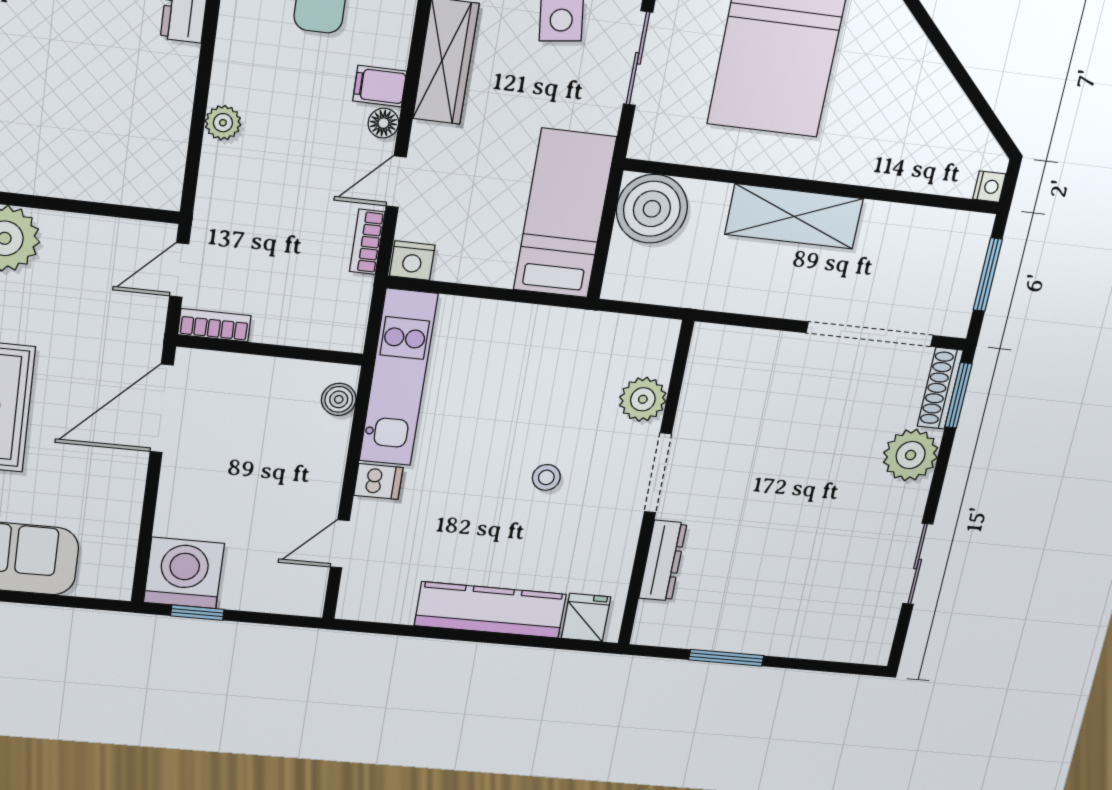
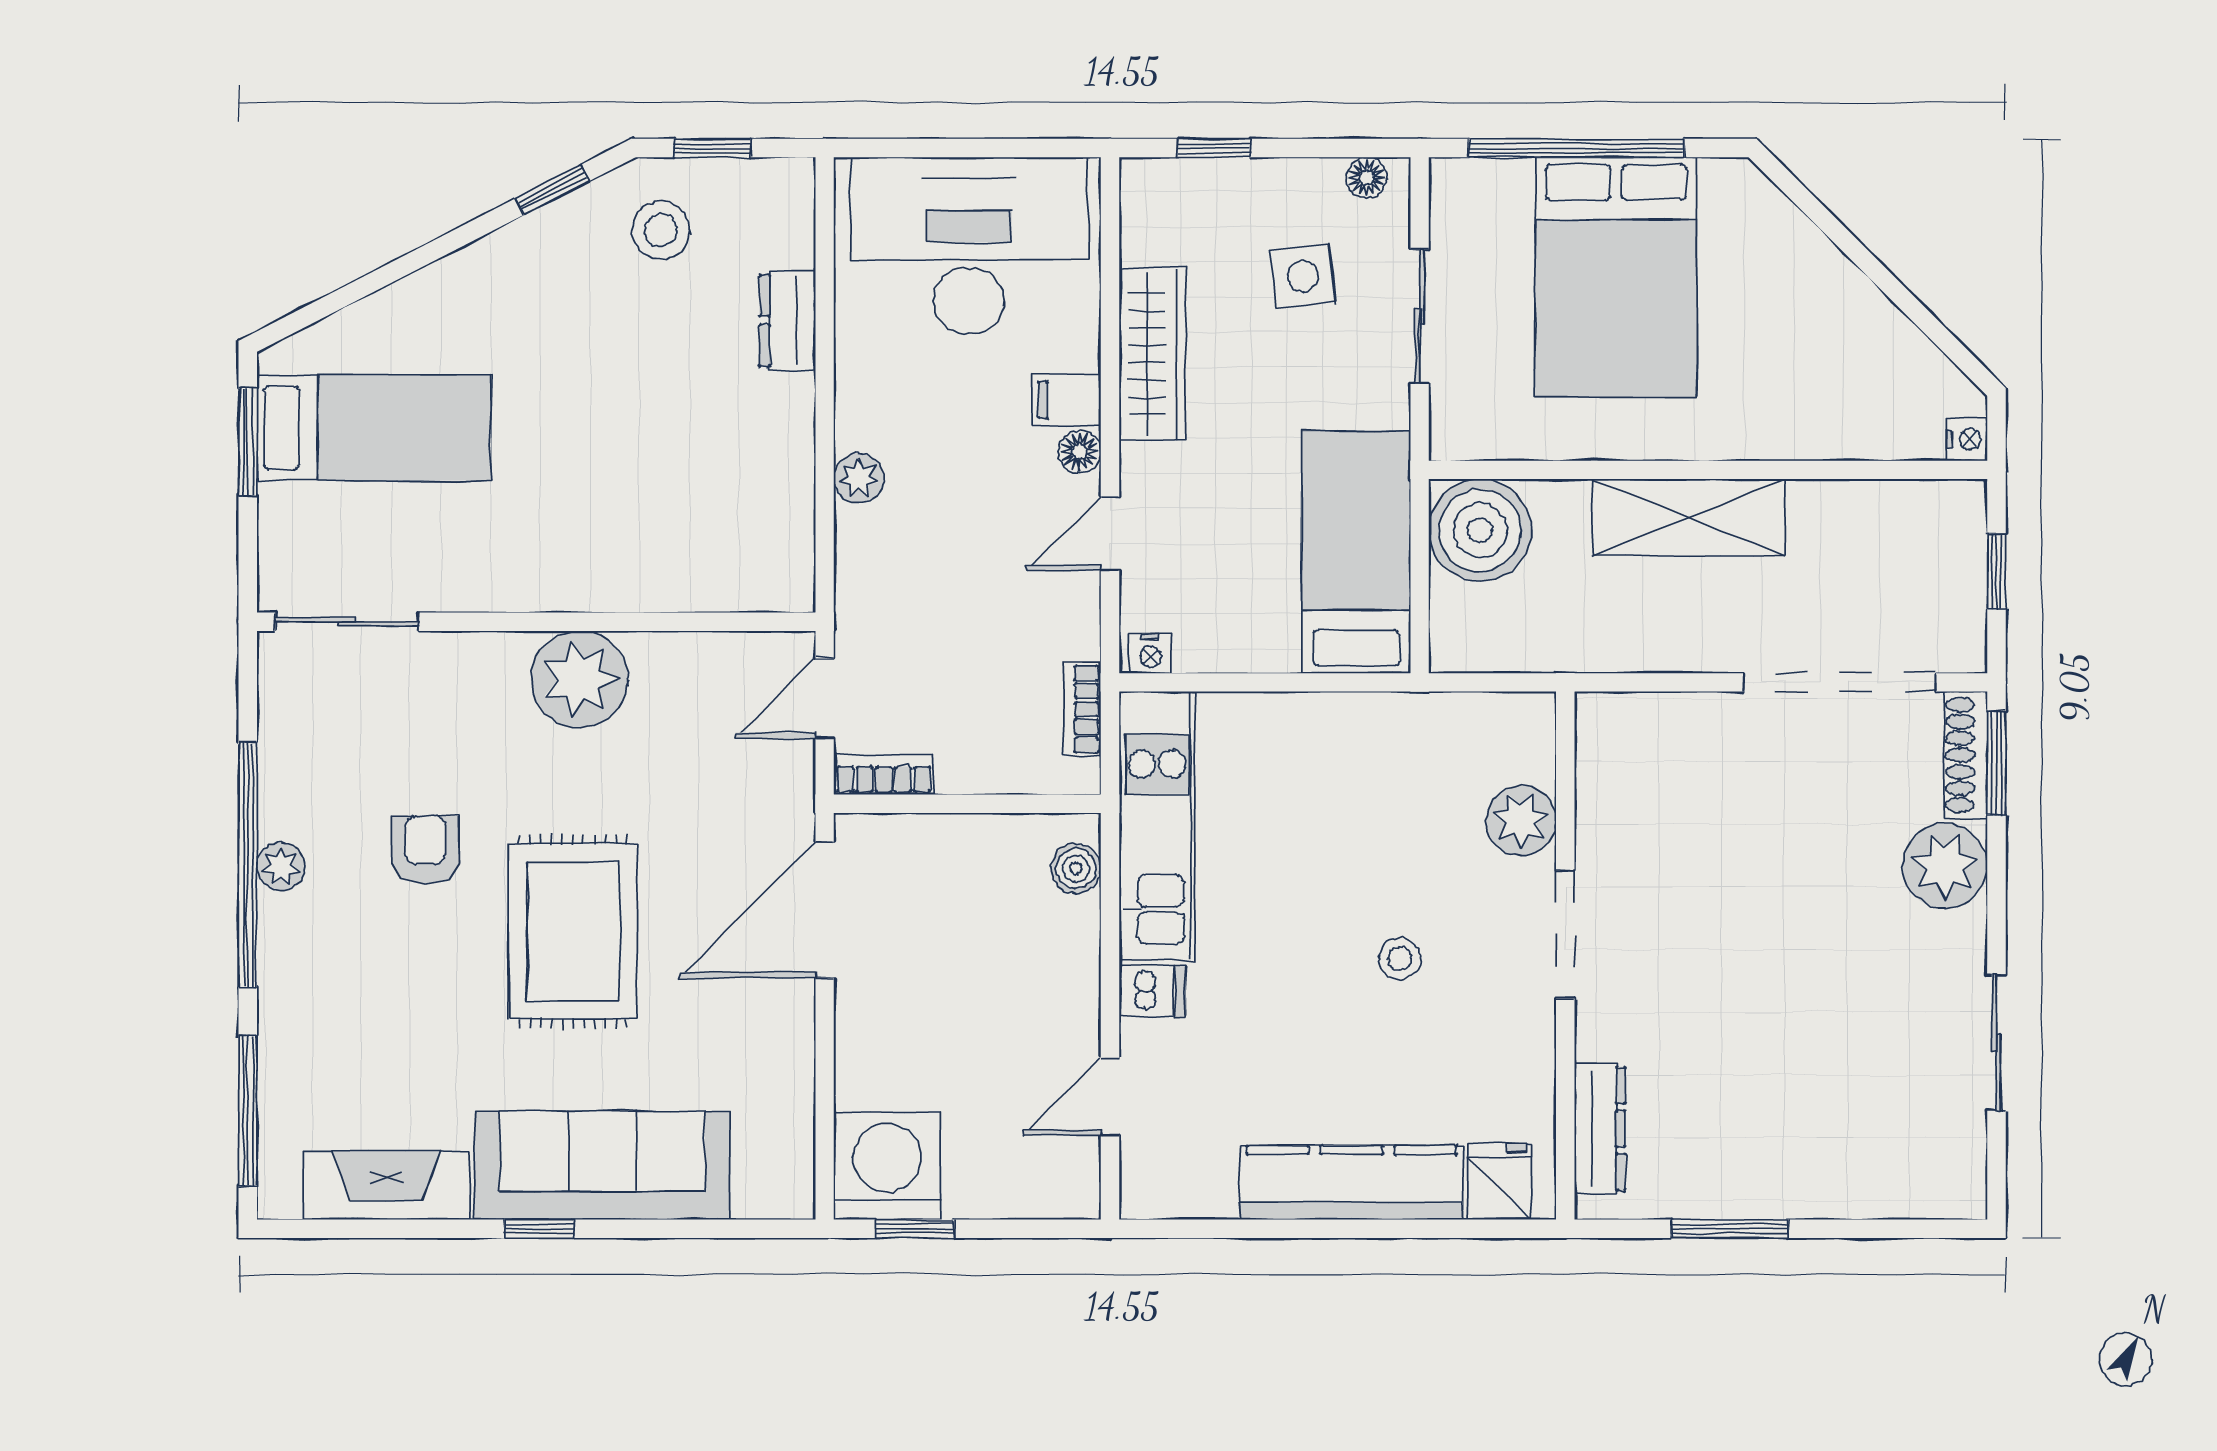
bookcase: (367, 242) -> (1082, 709), moved
nightstand: (412, 261) -> (1150, 654), width x0.72, depth x0.74
window: (988, 275) -> (1996, 571), width x0.67
dresser: (663, 561) -> (1600, 1129), moved

